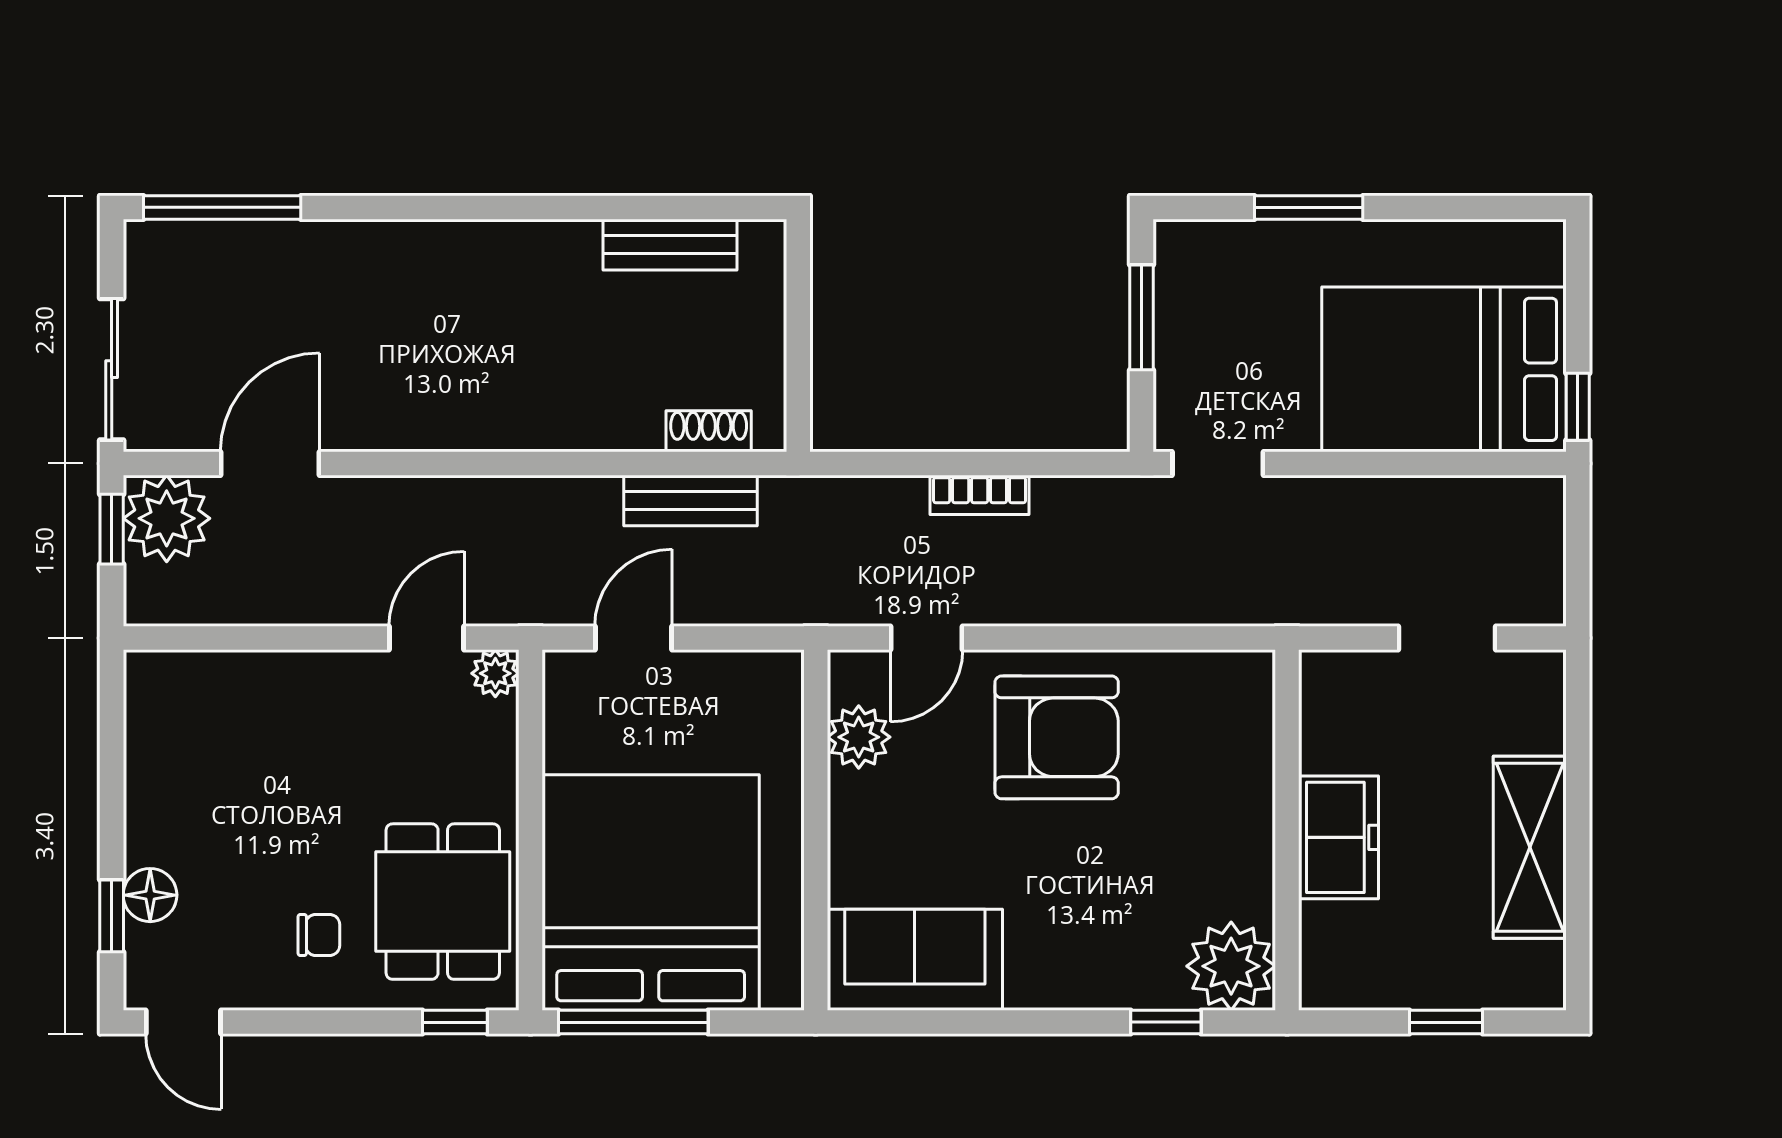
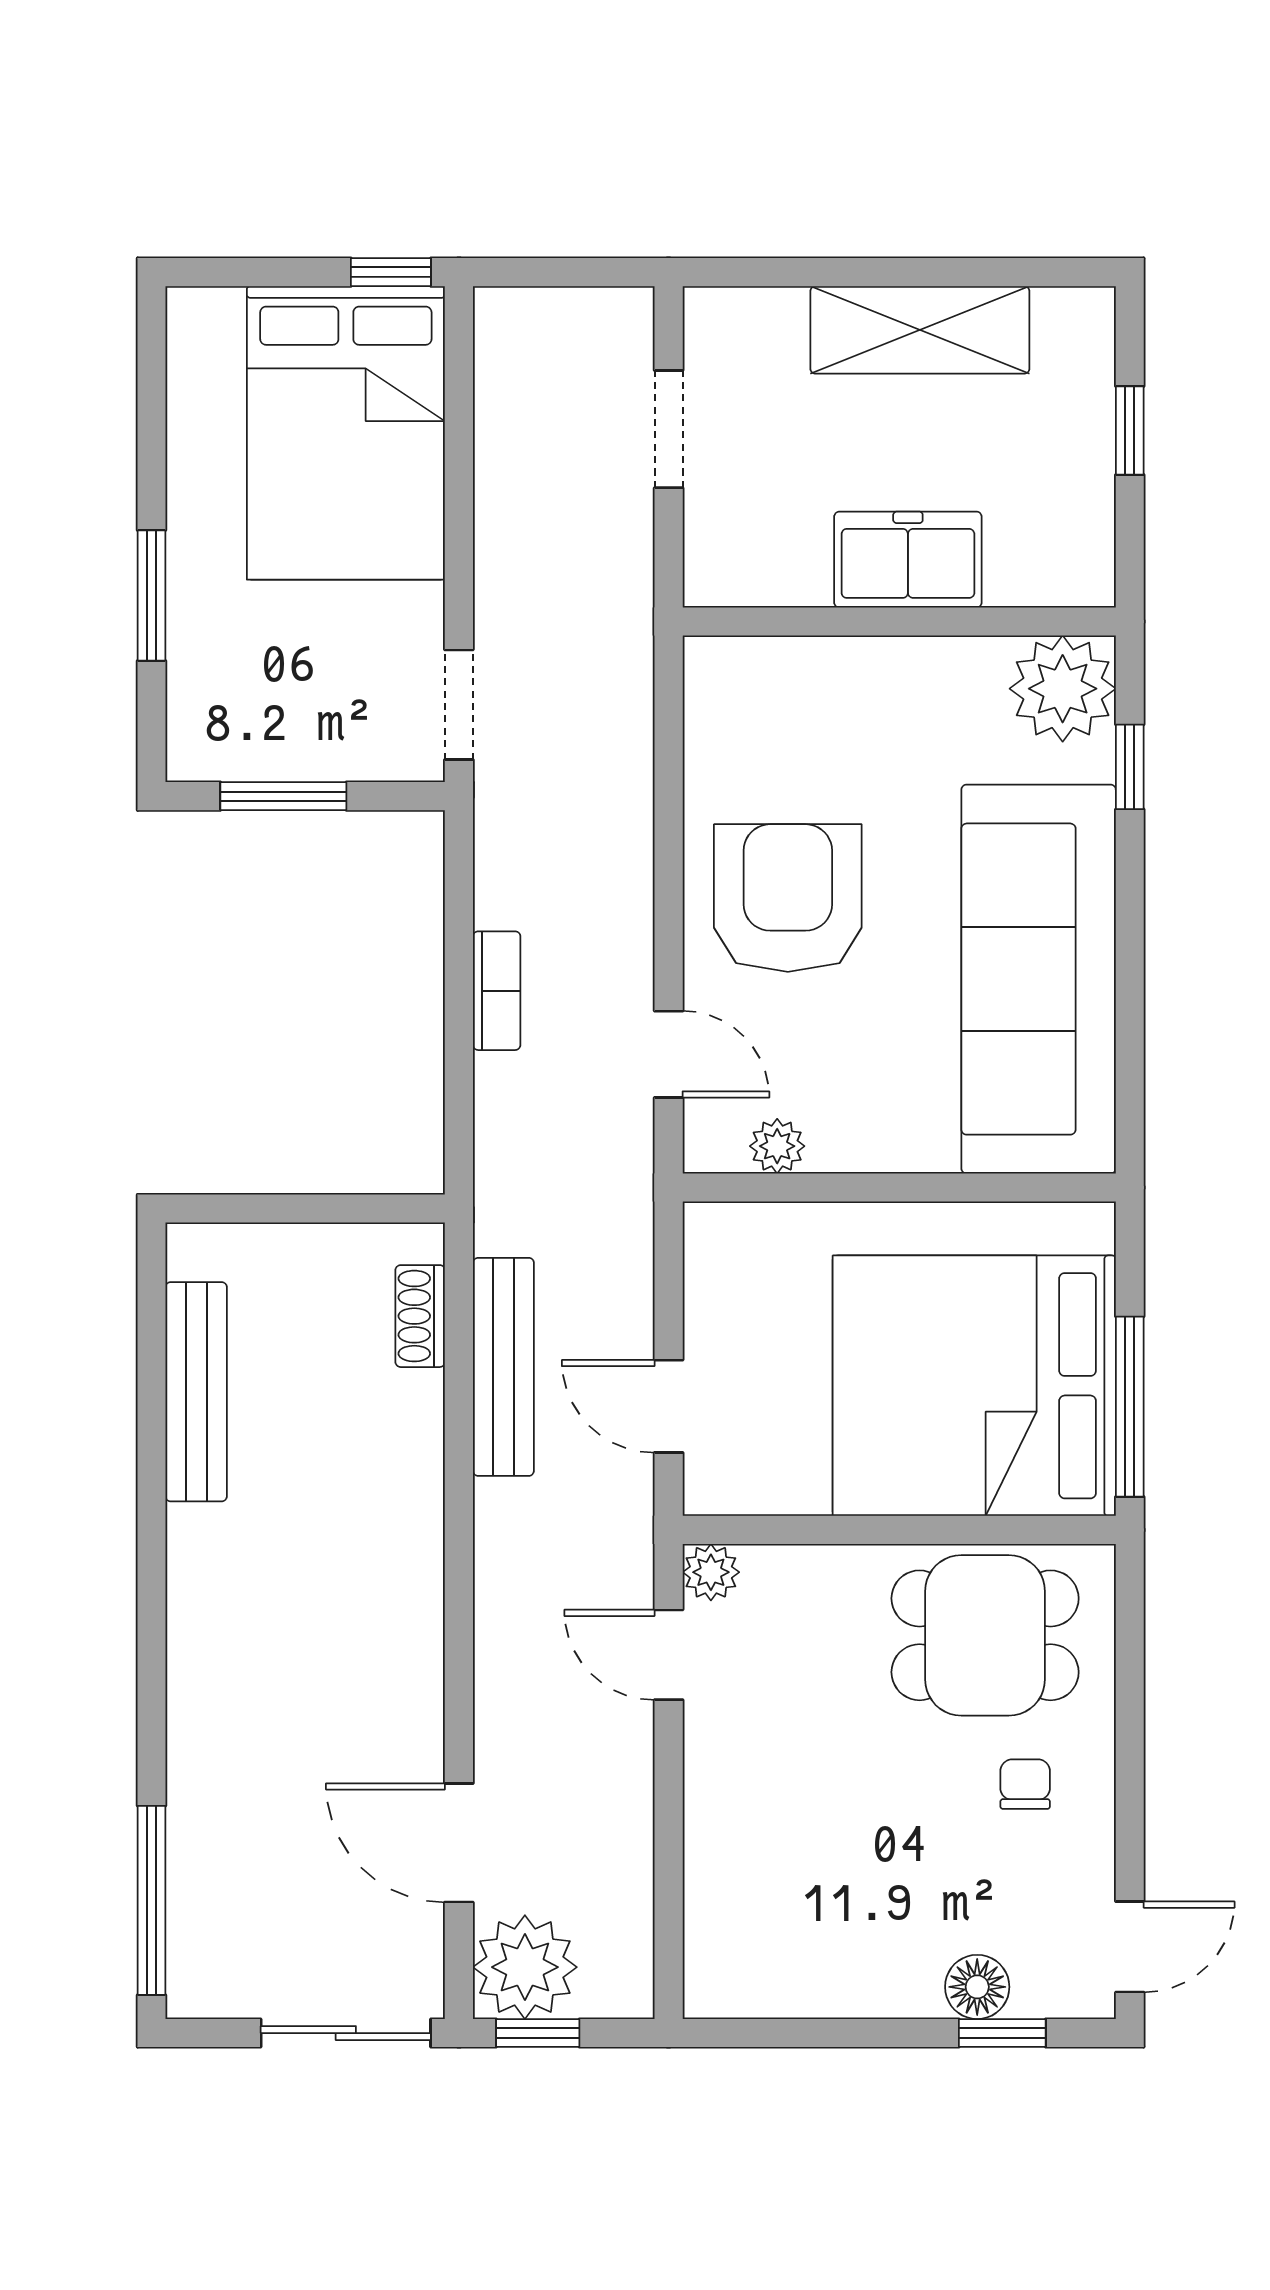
bench: (670, 245) -> (196, 1392), width x1.36
bench: (691, 501) -> (503, 1367), width x1.36
plant: (859, 737) -> (777, 1146), width x0.73, depth x0.73
sofa: (915, 960) -> (1039, 979), width x1.85, depth x1.27
window: (455, 1022) -> (1130, 1621), removed

